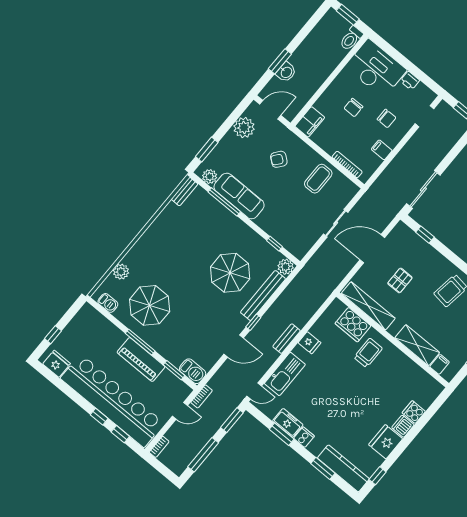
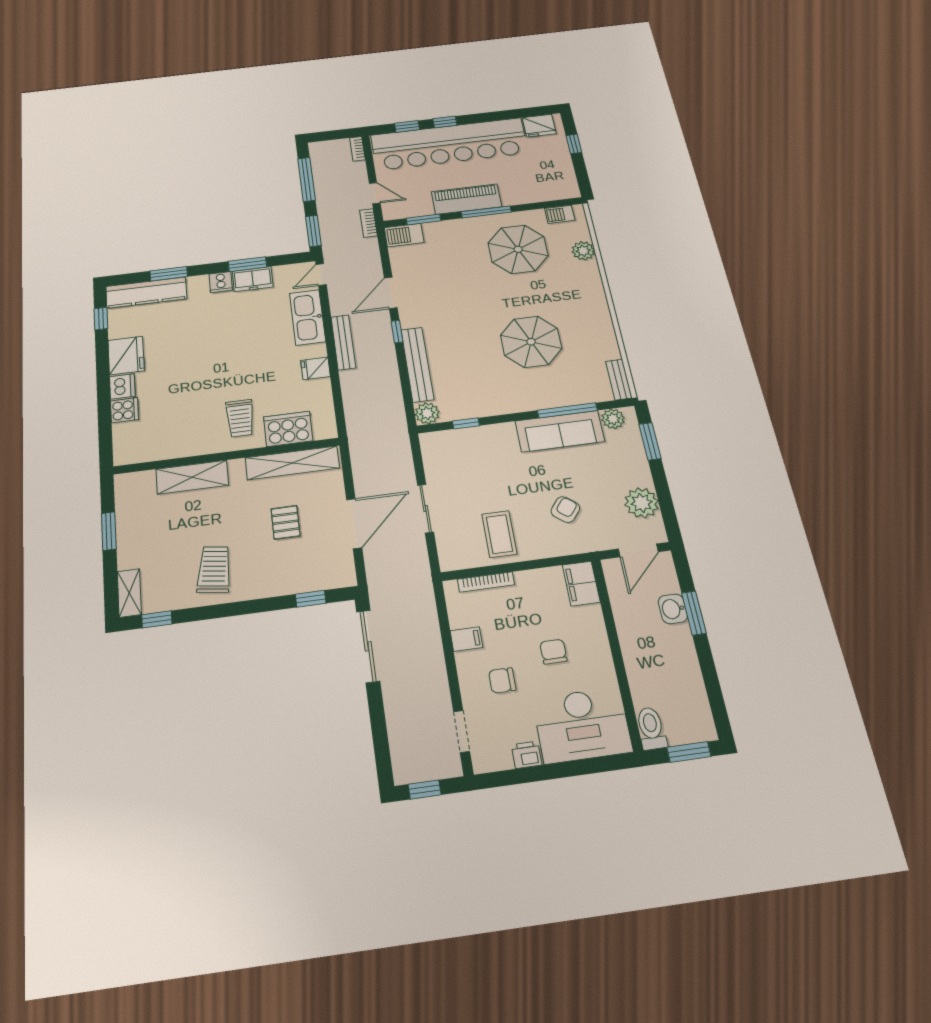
parasol: (230, 273) -> (531, 342), moved
bench: (287, 339) -> (343, 342), width x1.36
filing cabinet: (440, 364) -> (145, 483), removed
door: (180, 411) -> (375, 193), swing flipped

